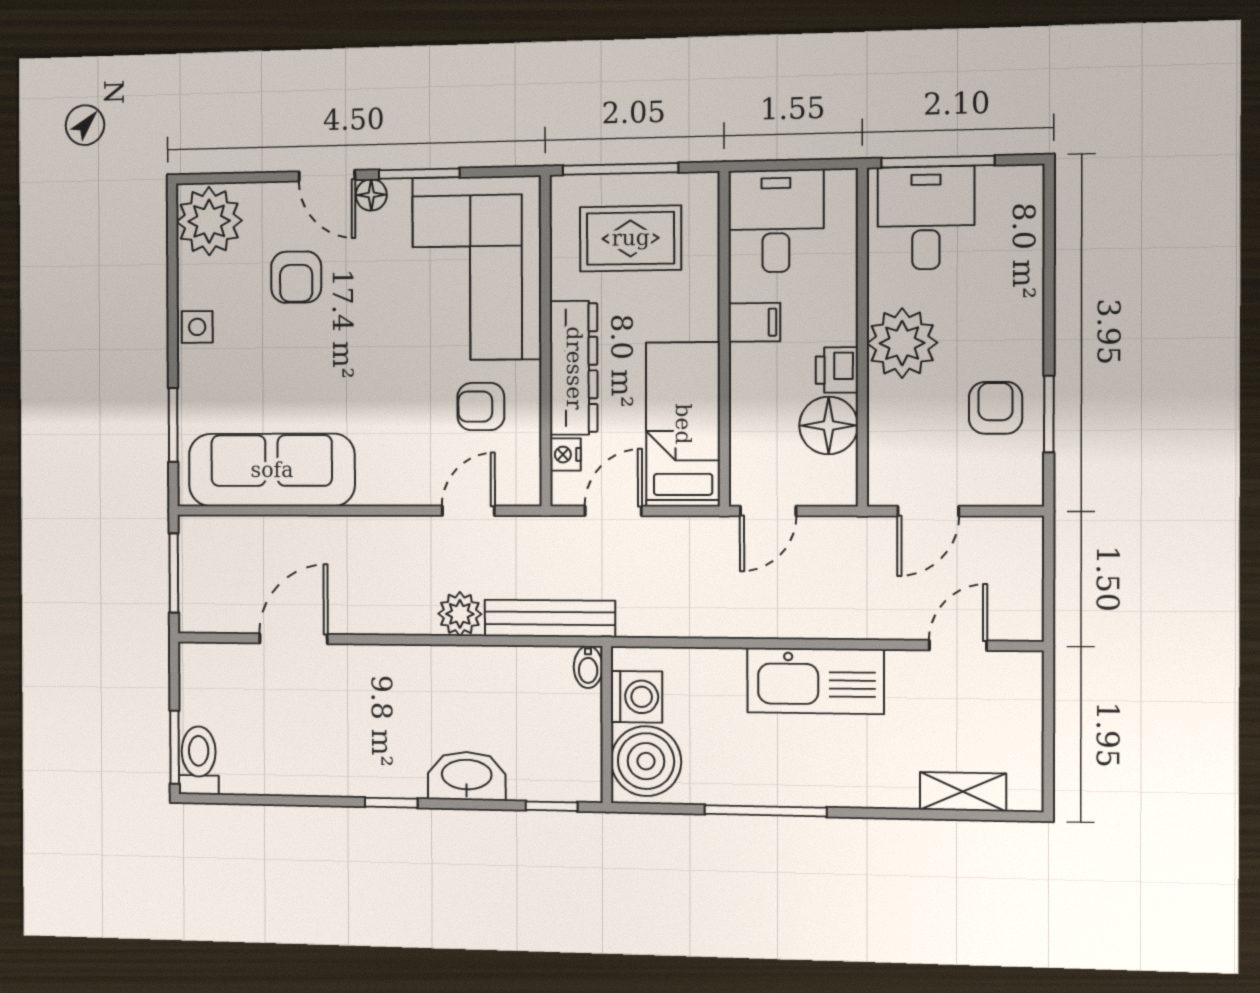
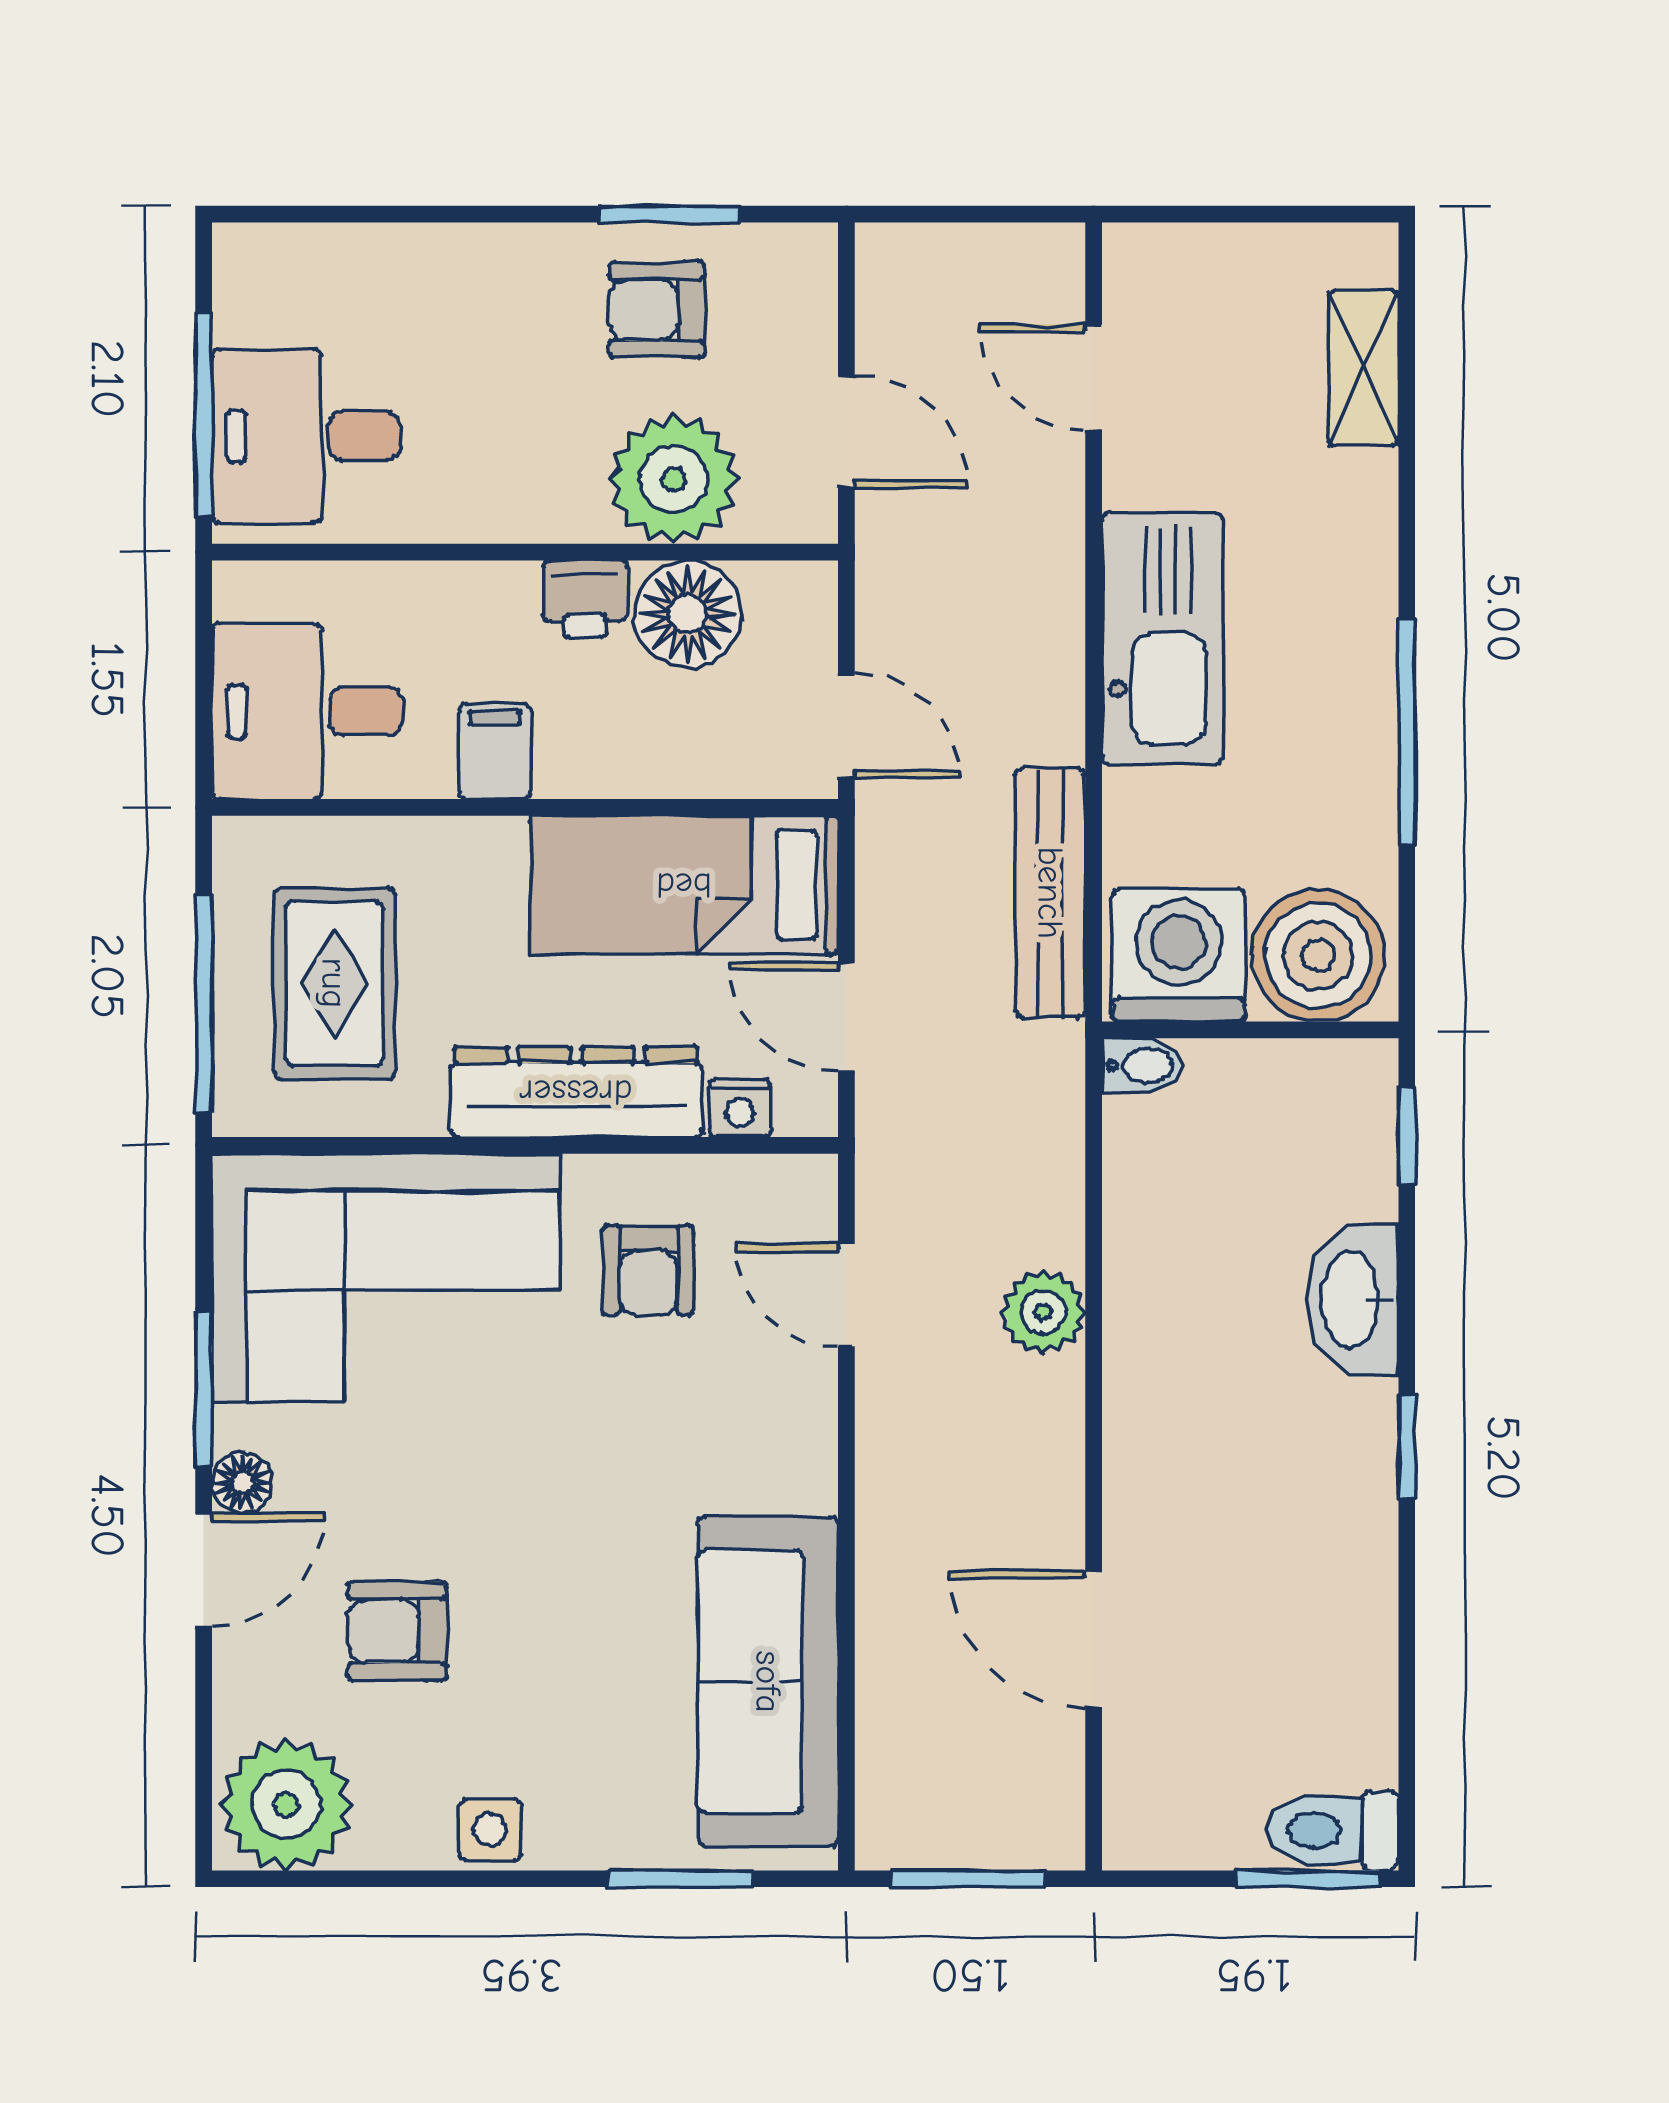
armchair: (296, 277) -> (397, 1631), turned 180
plant: (902, 343) -> (674, 479), moved
bench: (550, 618) -> (1050, 893), moved
washing machine: (637, 697) -> (1179, 955), width x1.37, depth x1.37

